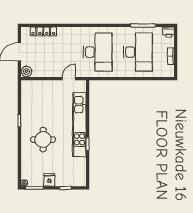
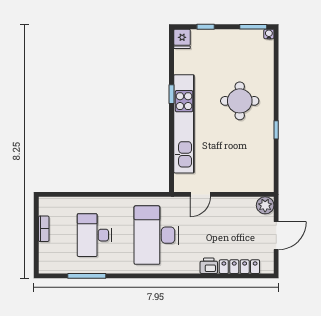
printer: (169, 32) -> (209, 266), moved
desk: (138, 52) -> (94, 235), width x0.73, depth x0.77
fridge: (49, 180) -> (182, 39), moved

